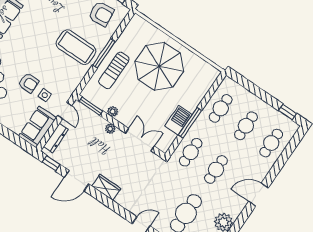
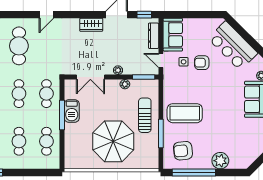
window: (104, 53) -> (161, 134), moved

